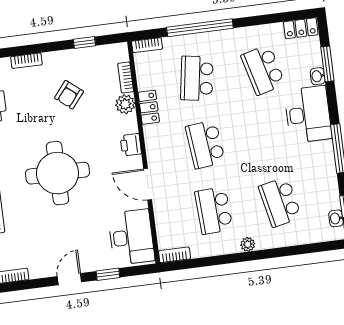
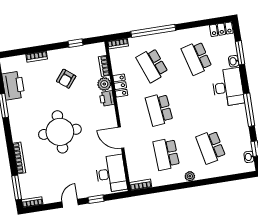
school desk: (197, 78) -> (152, 65), turned -30
printer: (131, 145) -> (107, 98), moved

